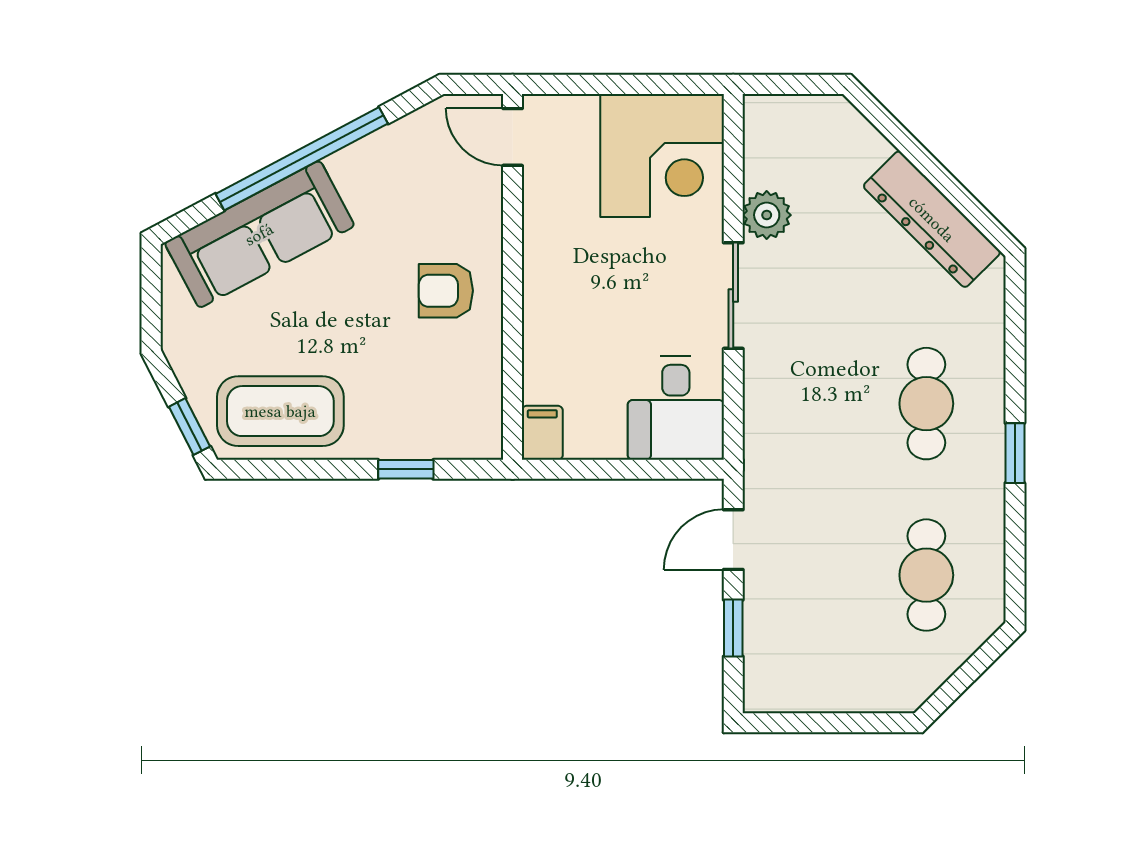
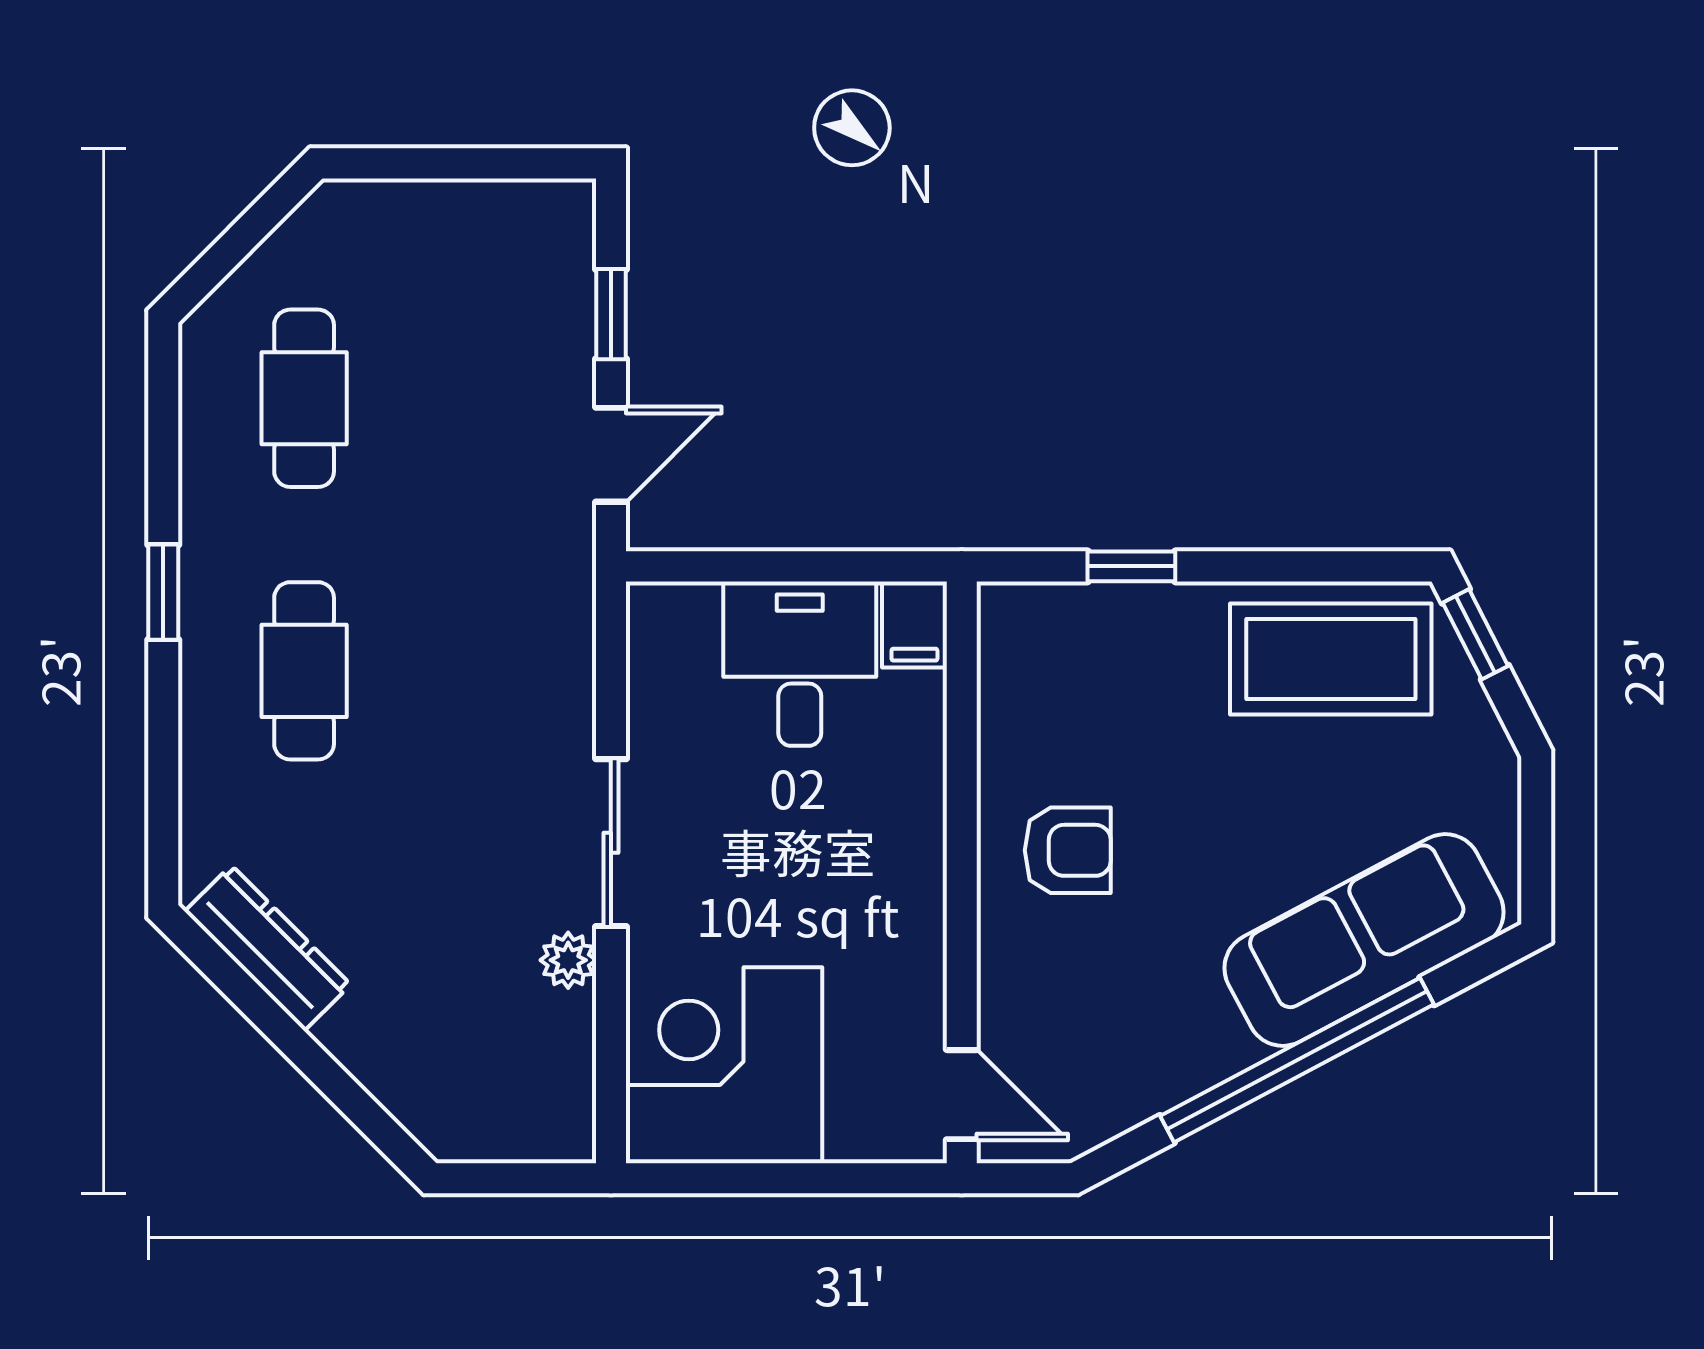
plant: (767, 215) -> (568, 960), width x0.73, depth x0.73
dresser: (932, 219) -> (268, 948), width x0.73, depth x0.80
desk: (676, 408) -> (800, 664), moved

